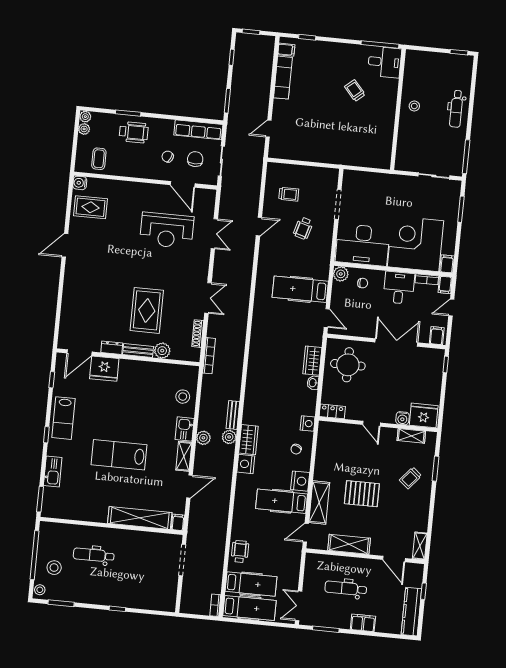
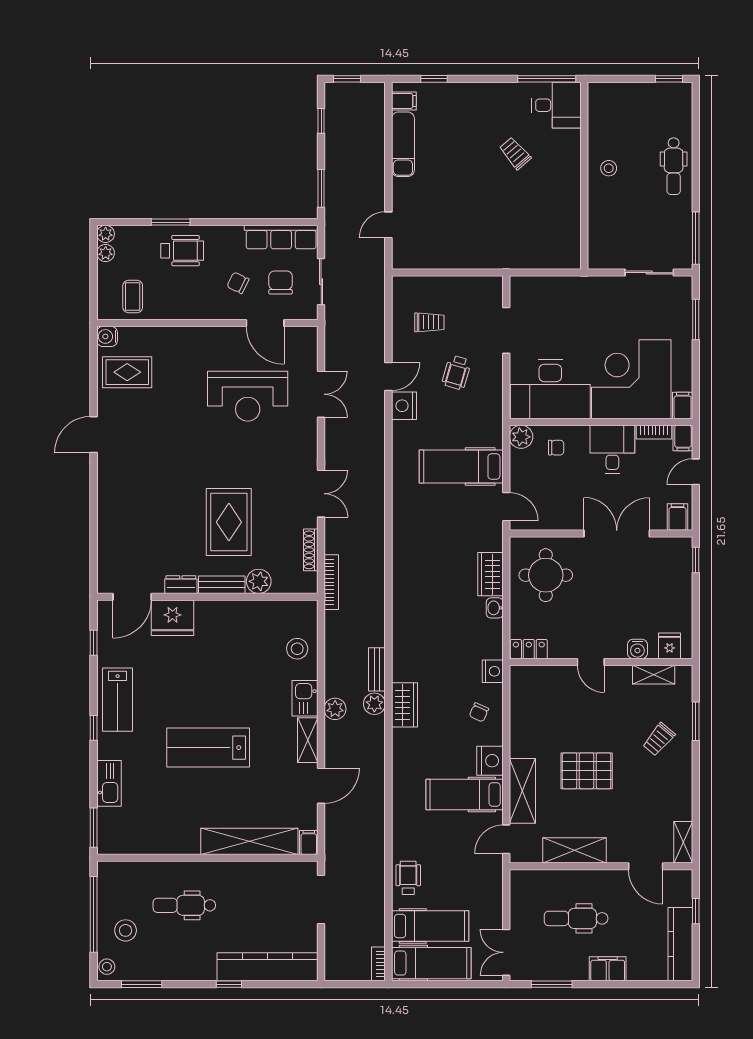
fridge: (424, 415) -> (670, 646), width x0.53, depth x0.75
nightstand: (246, 464) -> (404, 406), moved
kitchen counter: (143, 600) -> (267, 967), added

